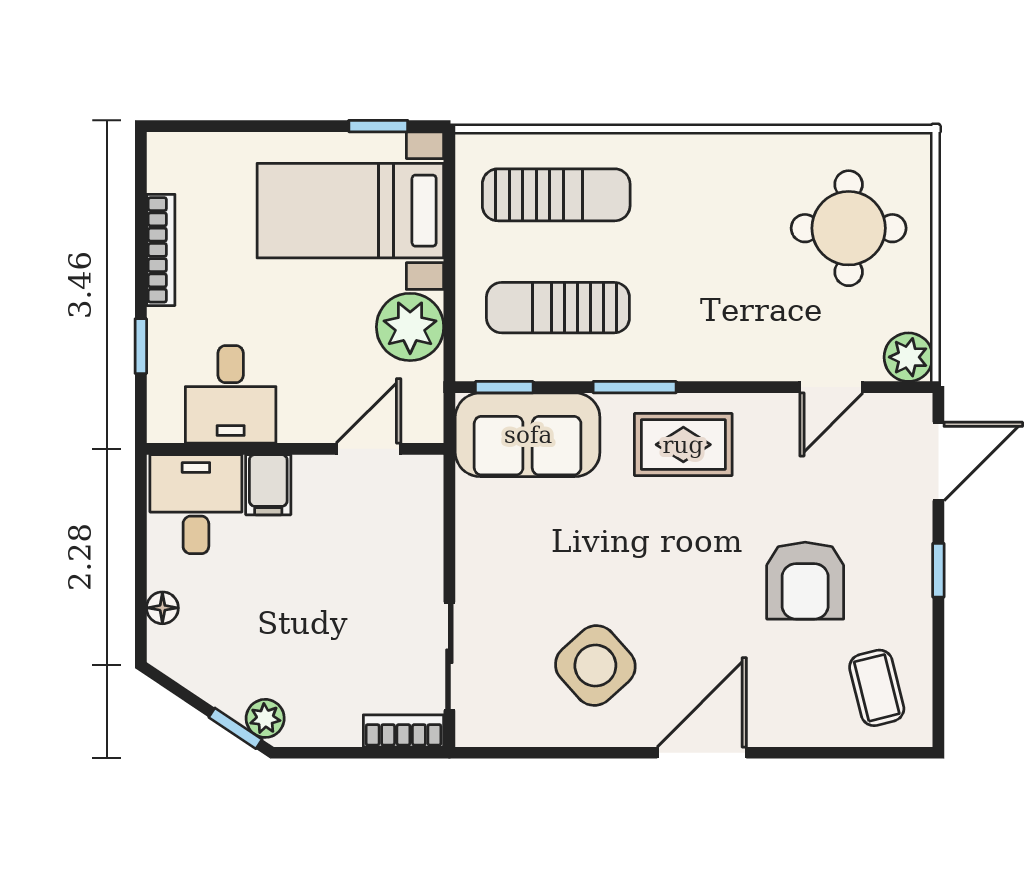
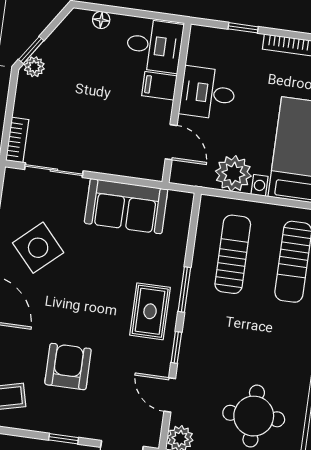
window: (504, 387) -> (176, 347), moved
desk: (231, 394) -> (208, 93), moved
sofa: (528, 435) -> (126, 206), moved, turned -90
armchair: (805, 581) -> (68, 367), turned 90

